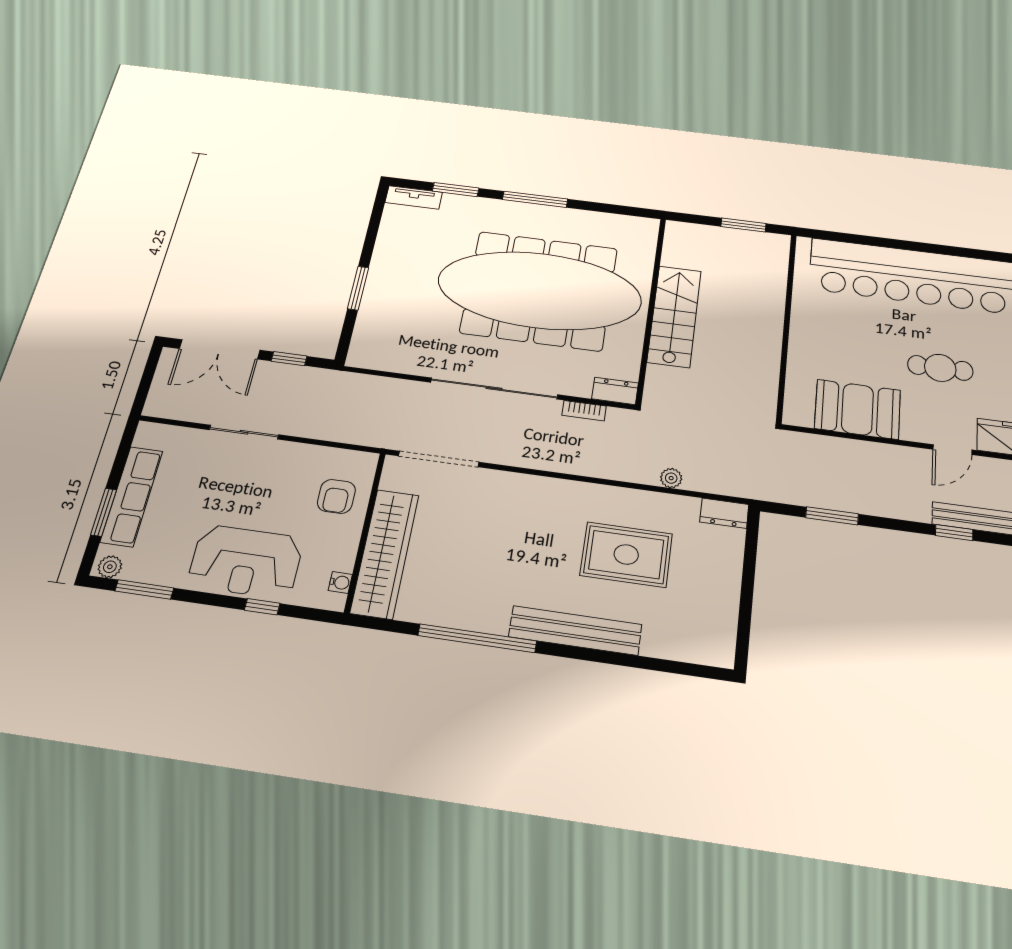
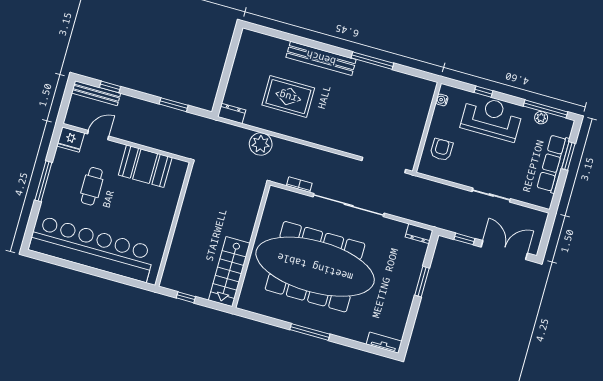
window: (456, 190) -> (358, 345), removed
window: (743, 225) -> (186, 297), width x0.67
stairs: (674, 316) -> (229, 272), moved
cafe table: (940, 368) -> (92, 186), turned 90
dresser: (615, 391) -> (419, 234), moved
plant: (671, 478) -> (261, 144), width x1.88, depth x1.88
wardrobe: (385, 553) -> (417, 113), removed
plant: (110, 567) -> (541, 118), moved
window: (144, 589) -> (545, 109), width x1.44
window: (477, 638) -> (372, 61), width x0.68

